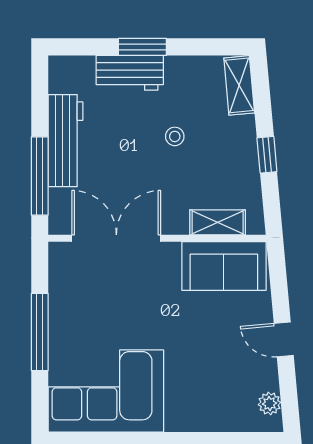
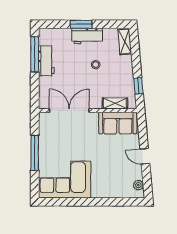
workbench: (130, 73) -> (87, 36), moved
workbench: (65, 141) -> (46, 61), width x0.73
window: (267, 155) -> (138, 86), moved
window: (40, 176) -> (35, 54), moved

